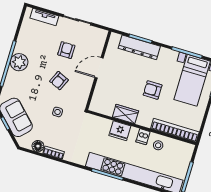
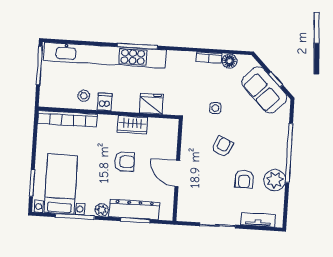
armchair: (66, 50) -> (244, 179), moved
plant: (165, 53) -> (102, 210), added
plant: (19, 62) -> (275, 180), moved
door: (99, 68) -> (177, 173), swing flipped
armchair: (153, 90) -> (124, 162), moved
fridge: (120, 131) -> (151, 104), moved

